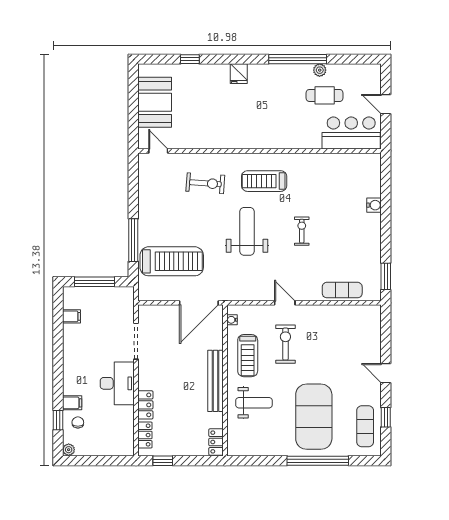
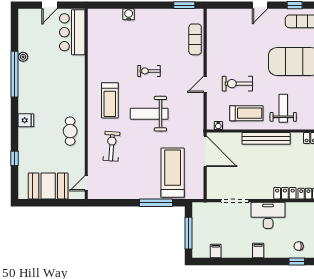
cafe table: (325, 95) -> (70, 131), moved
filing cabinet: (72, 403) -> (258, 251), moved

